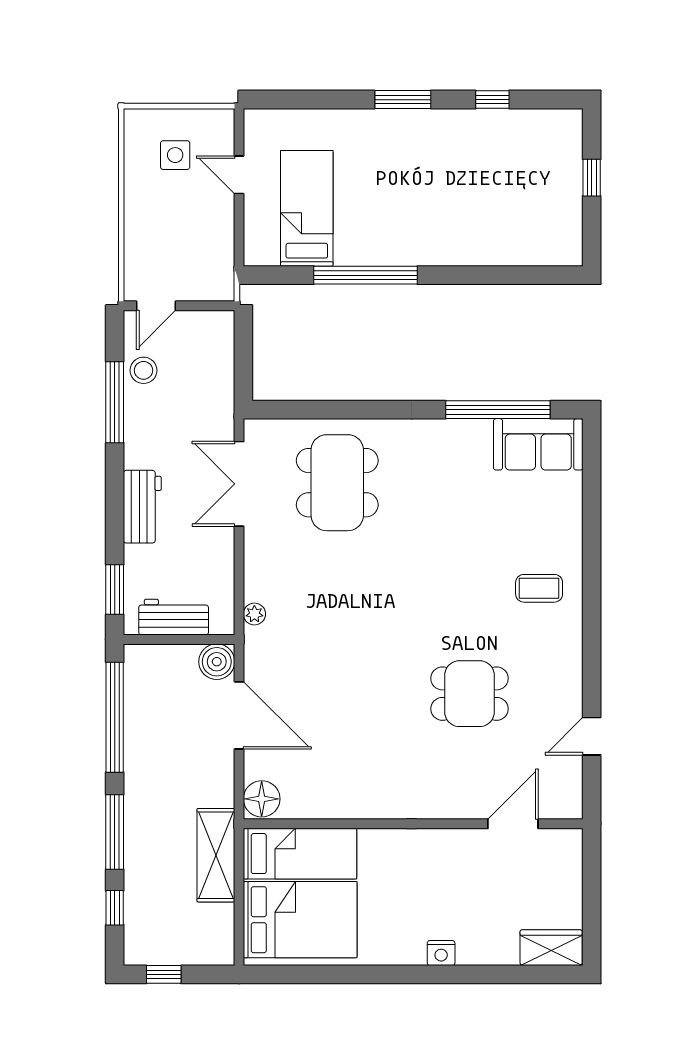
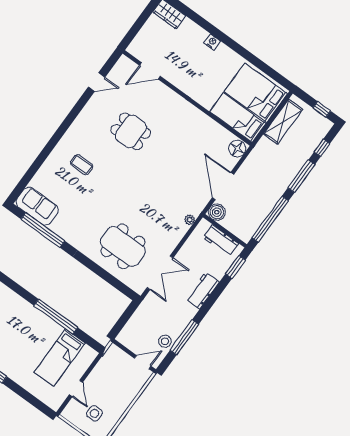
dining table: (337, 483) -> (123, 246), turned 90
coffee table: (539, 588) -> (82, 165), moved
shelving: (216, 855) -> (283, 122), moved

